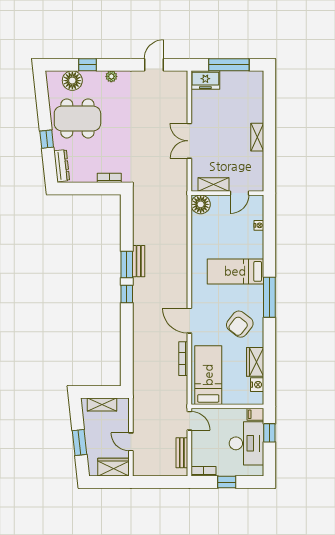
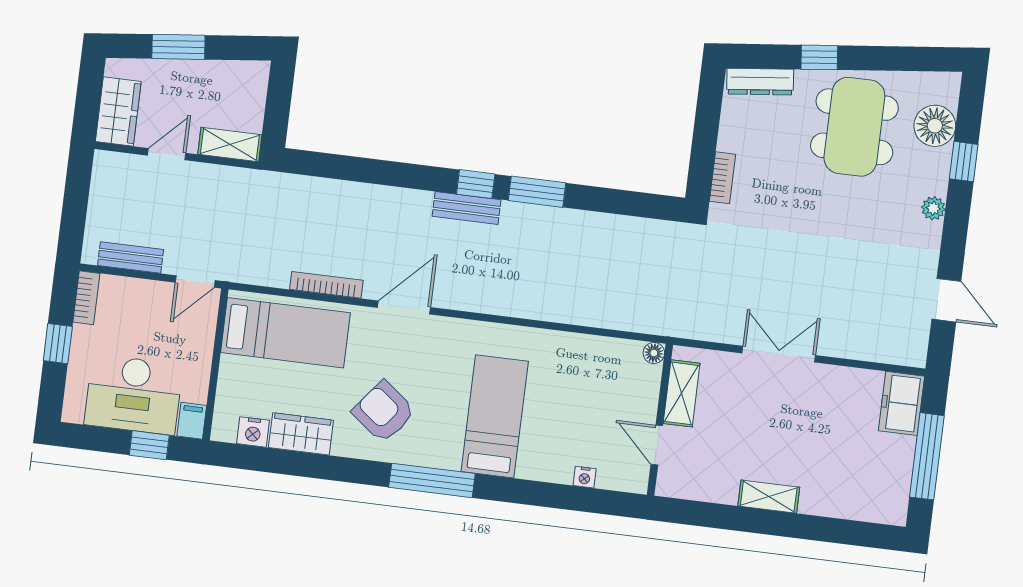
floor lamp: (201, 204) -> (654, 353), width x0.53, depth x0.53
bench: (139, 261) -> (467, 208), moved
shelving: (102, 404) -> (230, 144), moved, turned 90

